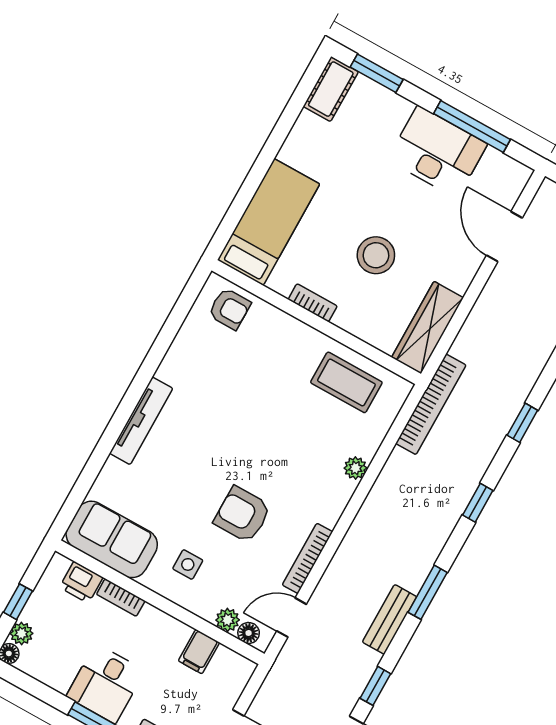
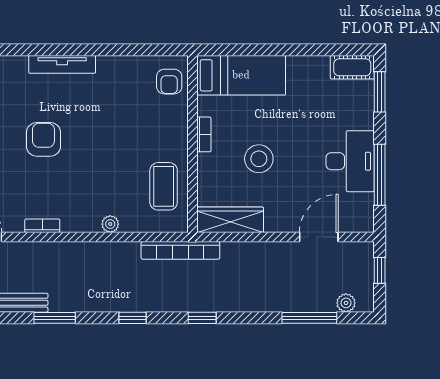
armchair: (242, 515) -> (43, 139), moved
bookcase: (307, 558) -> (42, 226), width x0.64

